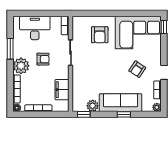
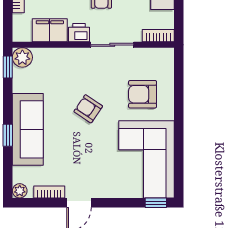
armchair: (137, 69) -> (88, 109), moved
printer: (63, 72) -> (79, 33), added
plant: (93, 106) -> (22, 57), moved

